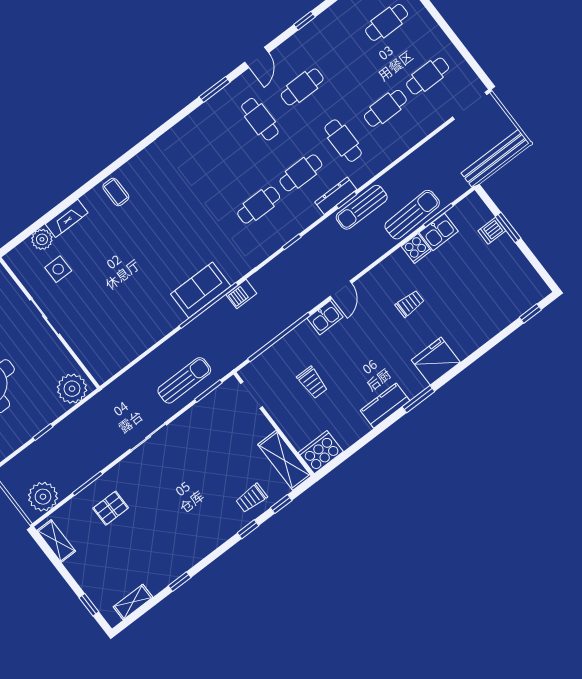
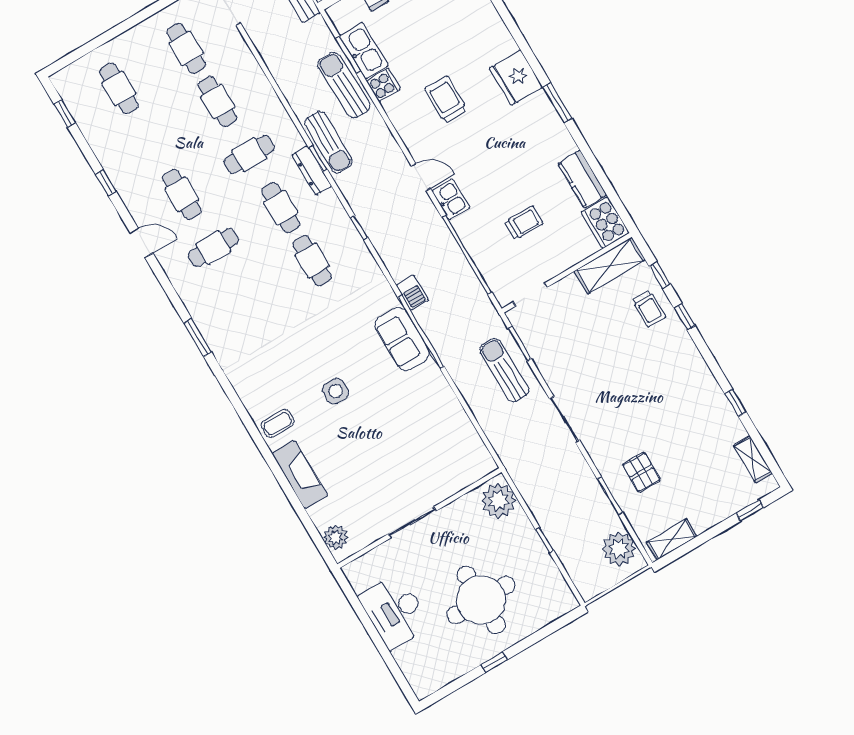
window: (215, 90) -> (198, 338), moved
fireplace: (67, 218) -> (300, 475), width x1.37, depth x1.32
kitchen sink: (439, 232) -> (364, 51), width x1.38
plant: (42, 239) -> (336, 537), moved
side table: (58, 269) -> (336, 391), moved
trolley: (410, 304) -> (446, 100), width x1.36, depth x1.39
kitchen counter: (385, 406) -> (582, 179), moved

